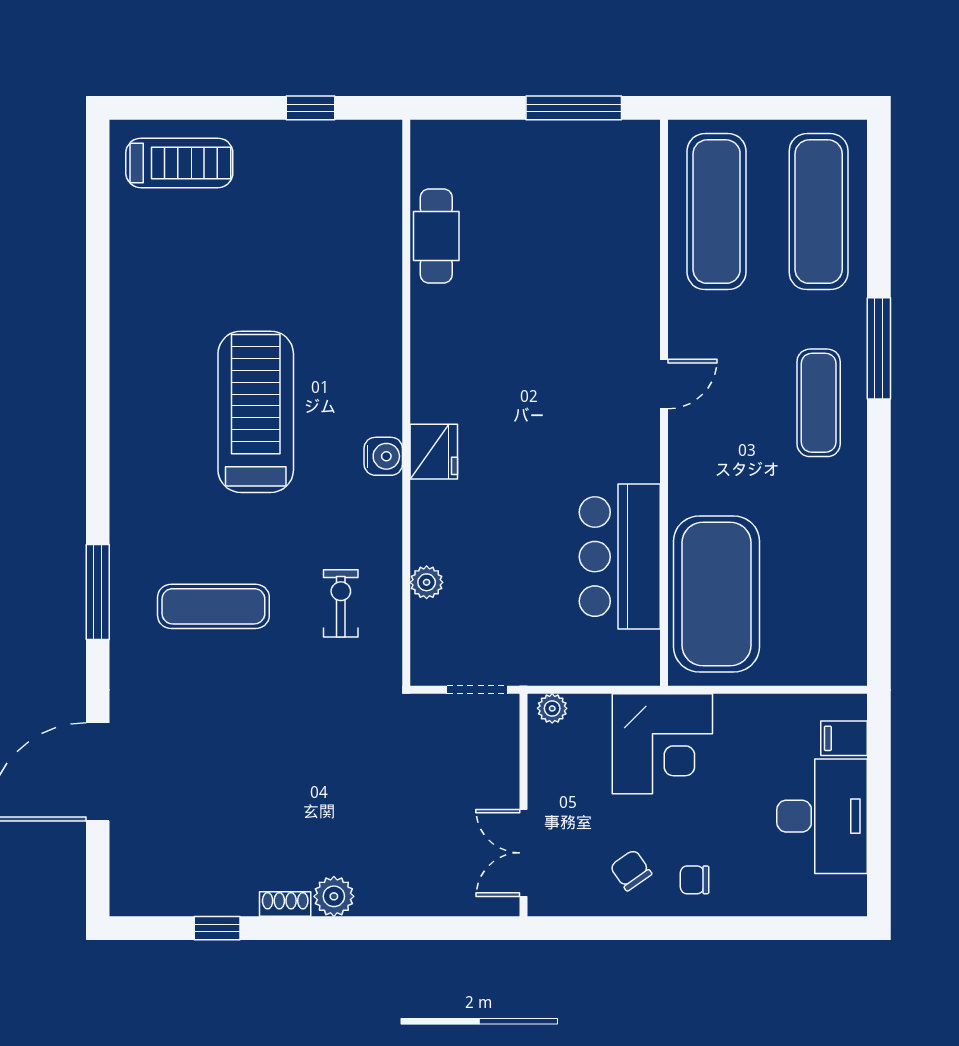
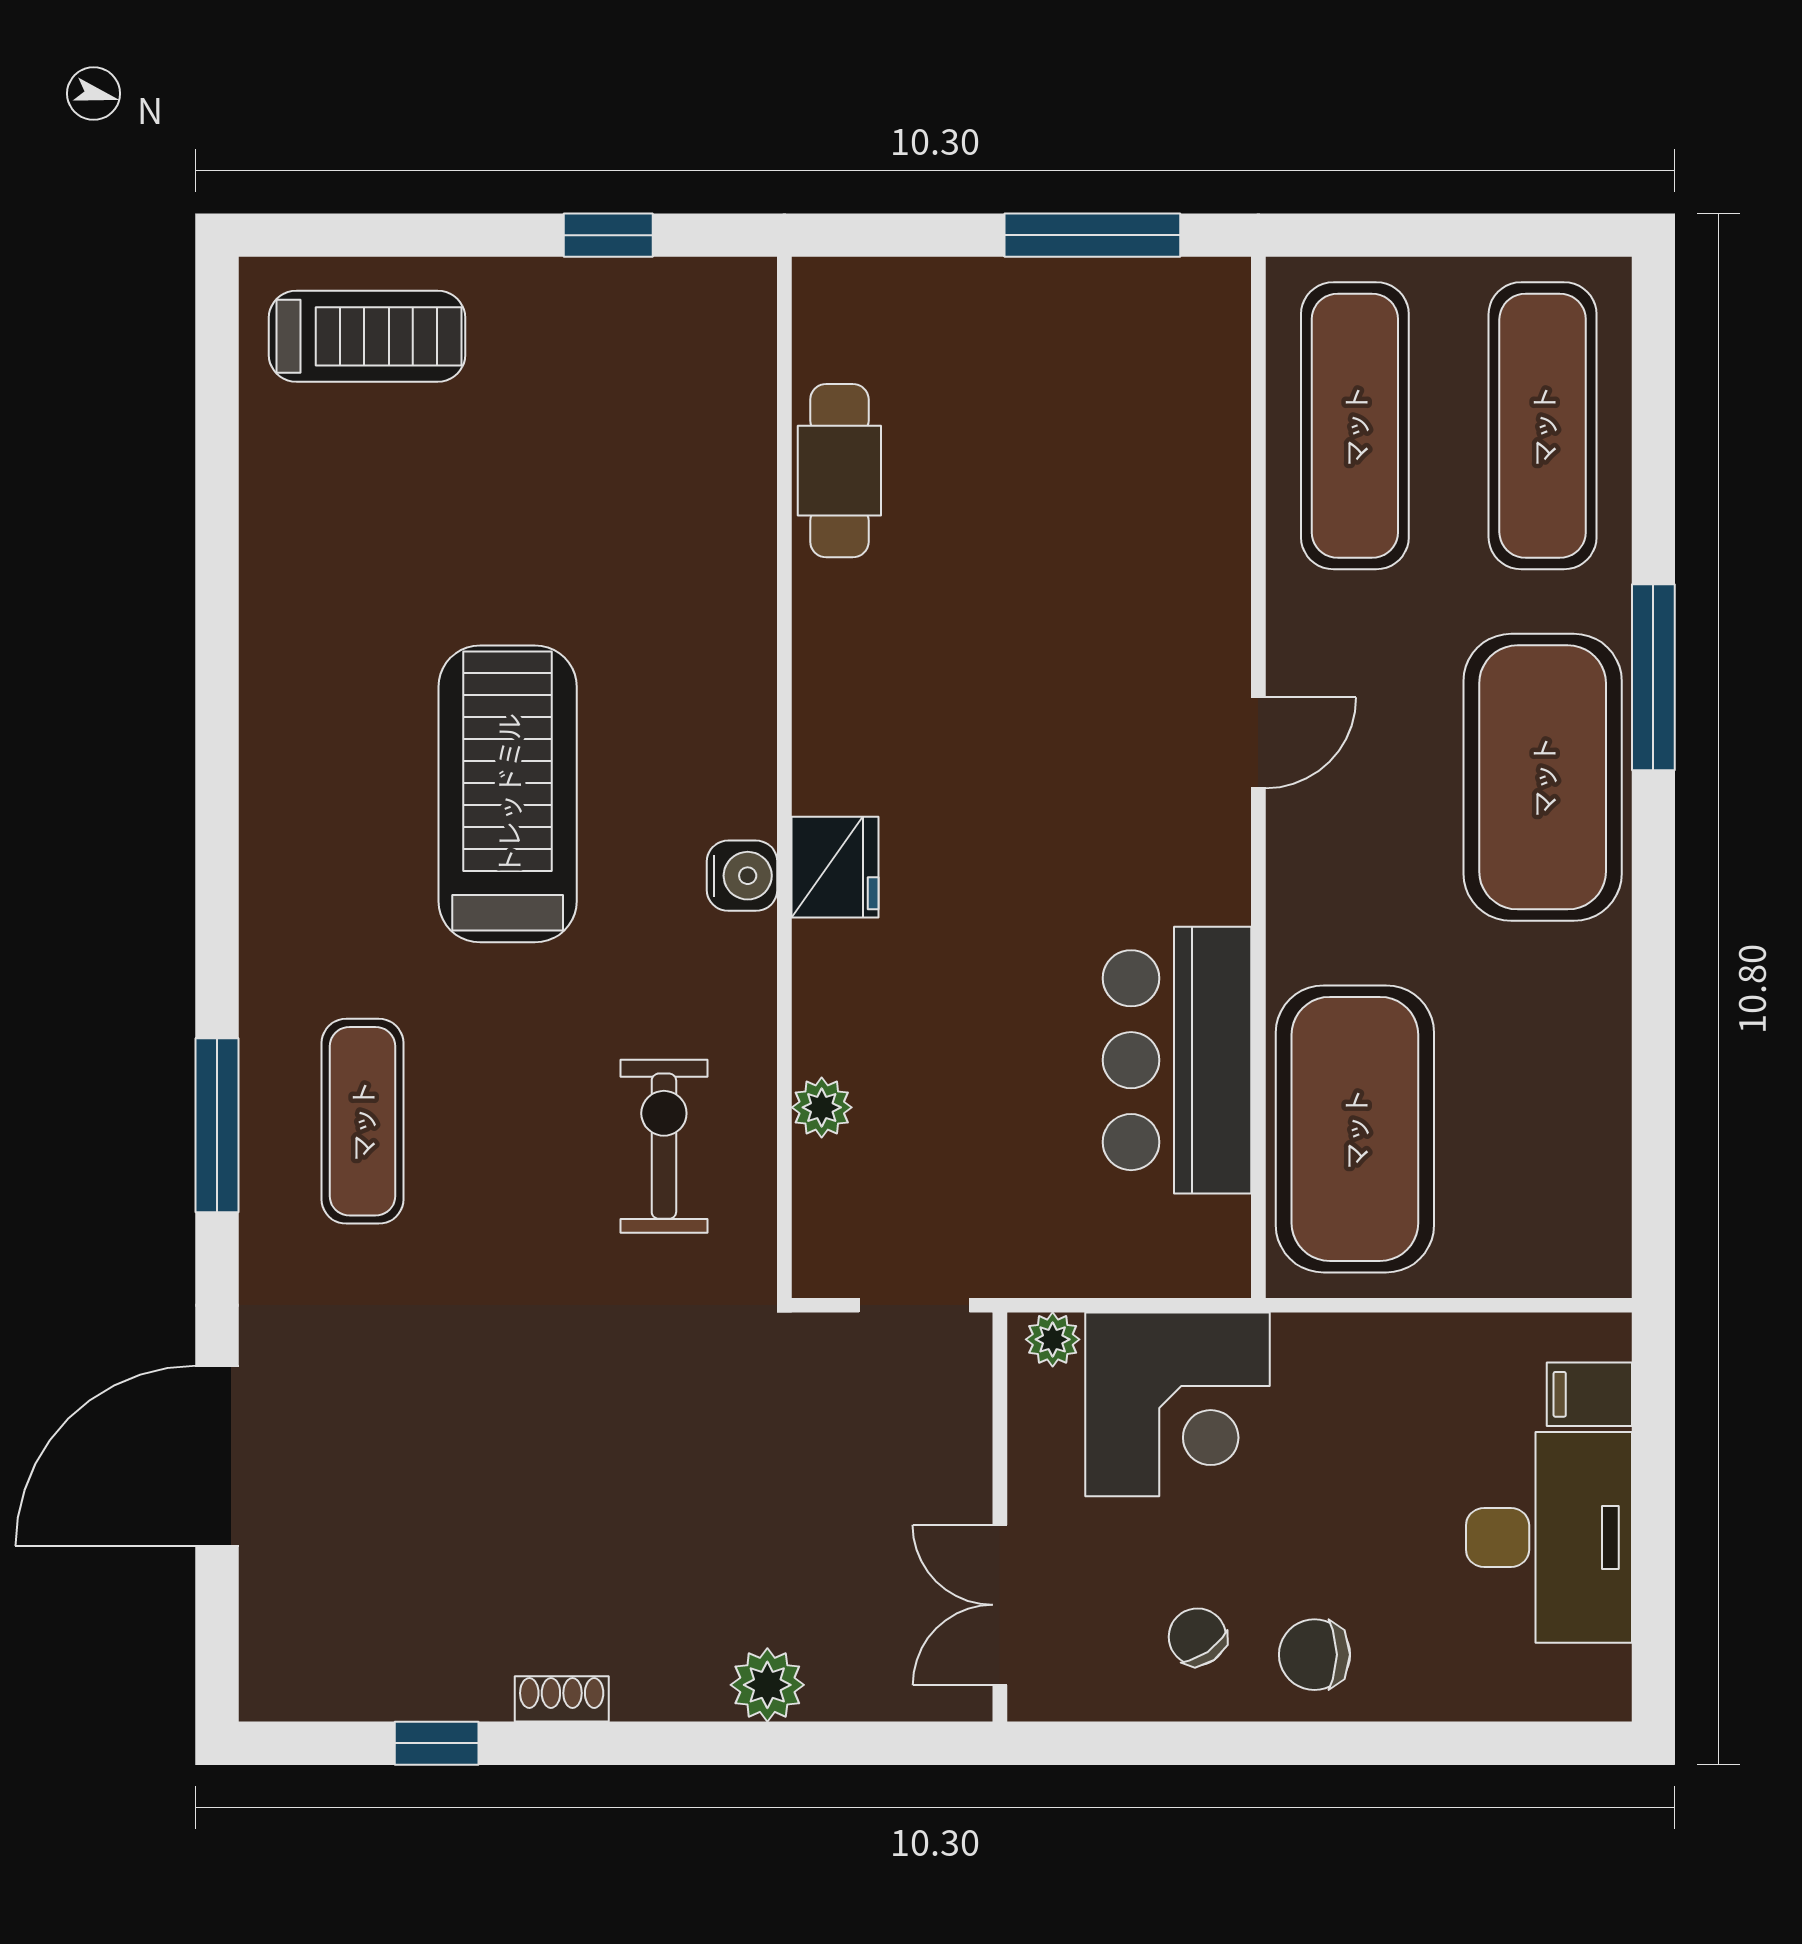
exercise mat: (819, 403) -> (1543, 777), width x2.00, depth x1.45
exercise bike: (341, 603) -> (664, 1146), width x1.38, depth x1.39
exercise mat: (213, 606) -> (362, 1121), moved, turned 90
corner desk: (662, 744) -> (1178, 1404), moved
chair: (695, 880) -> (1314, 1655), width x1.37, depth x1.37
plant: (334, 896) -> (767, 1685), moved

